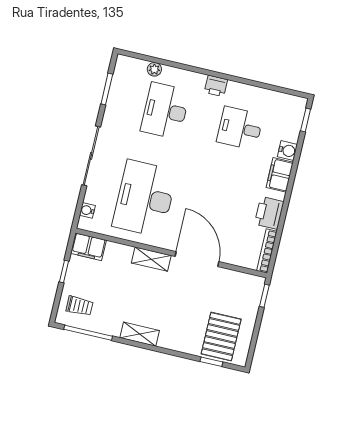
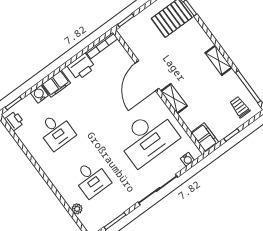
printer: (216, 86) -> (14, 121), moved
desk: (165, 111) -> (91, 179), width x0.73

